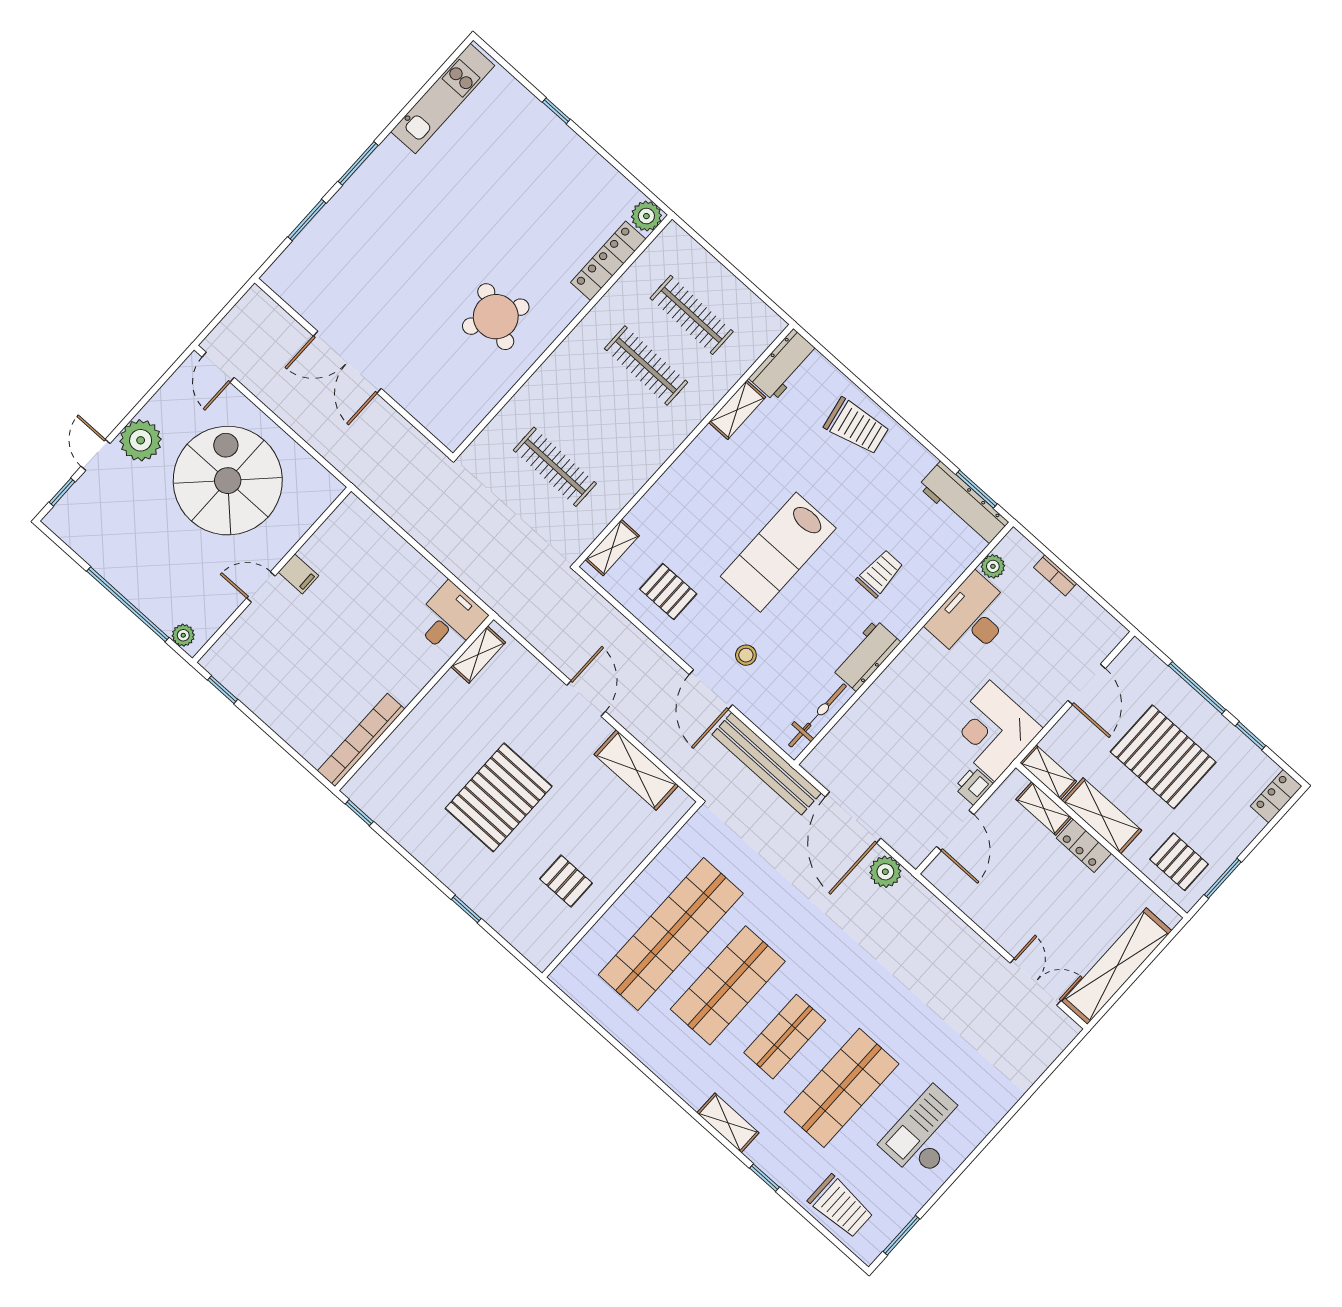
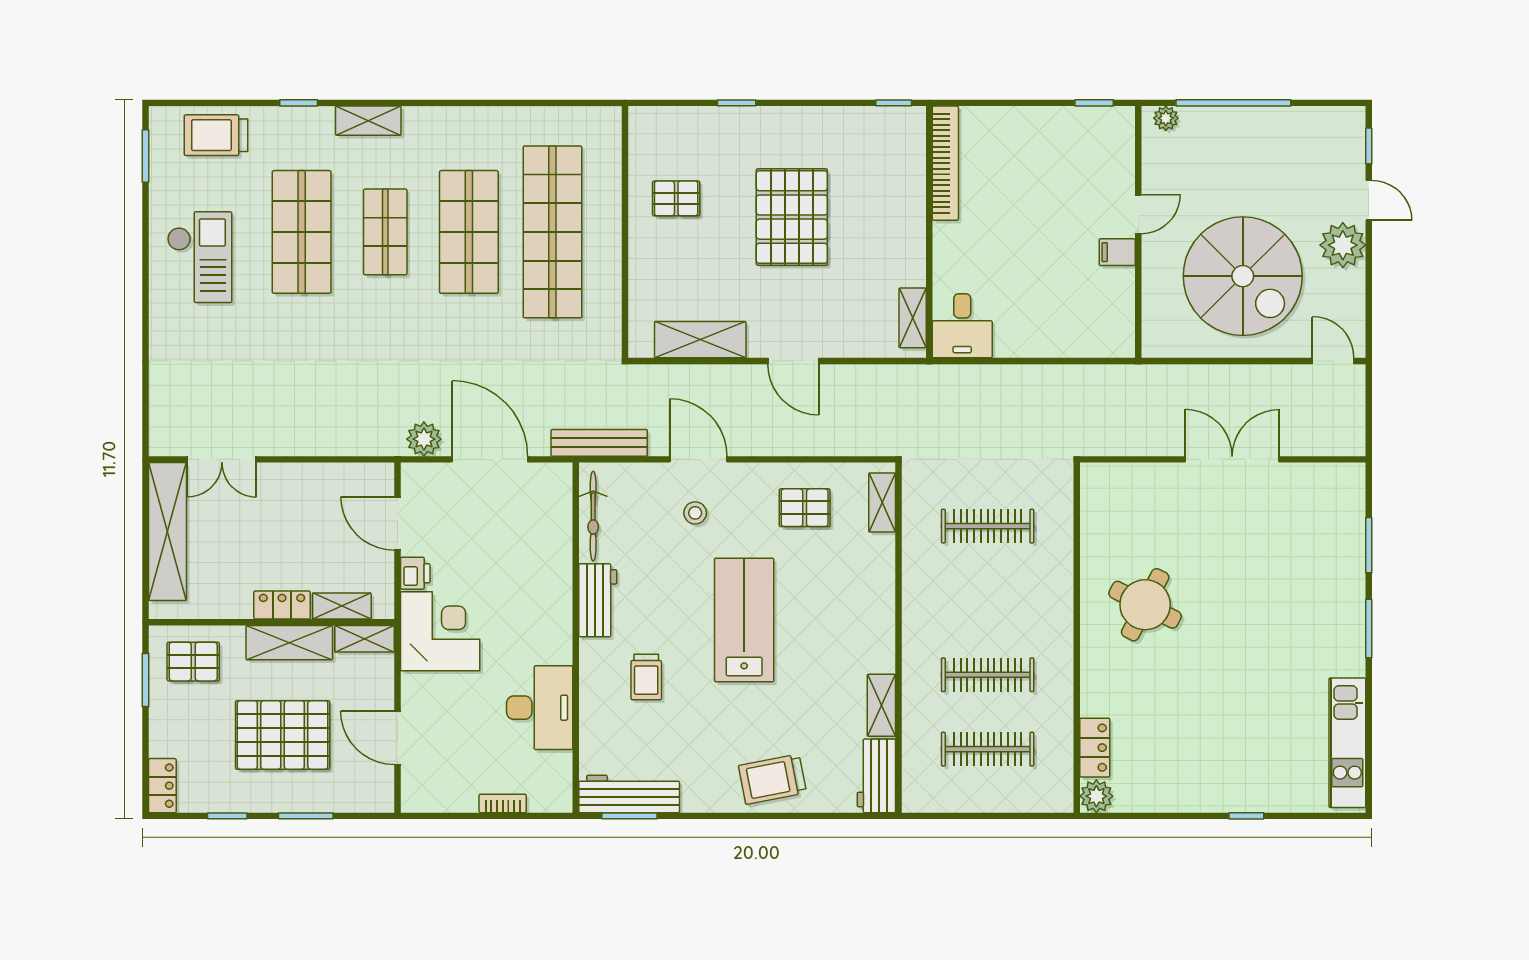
locker: (608, 261) -> (1095, 748), width x0.66
plant: (993, 566) -> (560, 765), removed
window: (1197, 688) -> (306, 816), width x0.69
bench: (767, 764) -> (599, 443), width x0.73, depth x0.82

